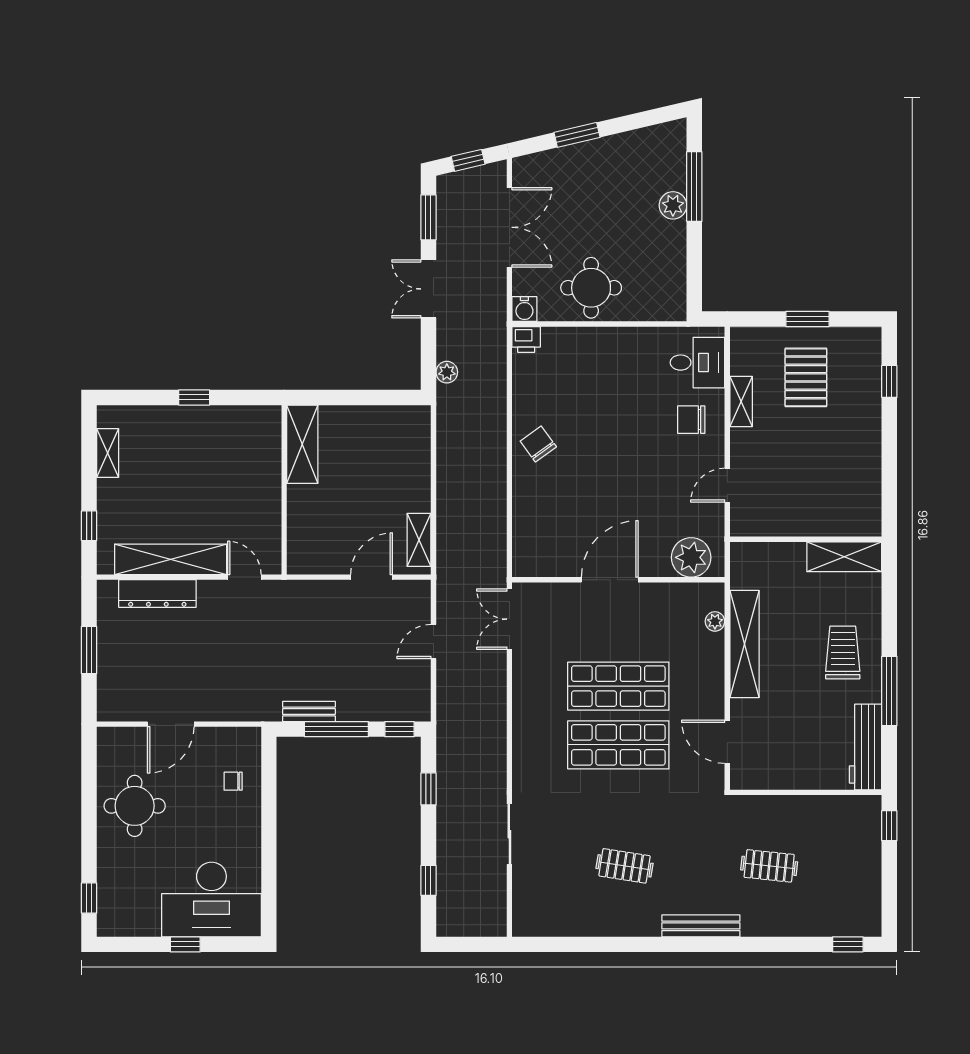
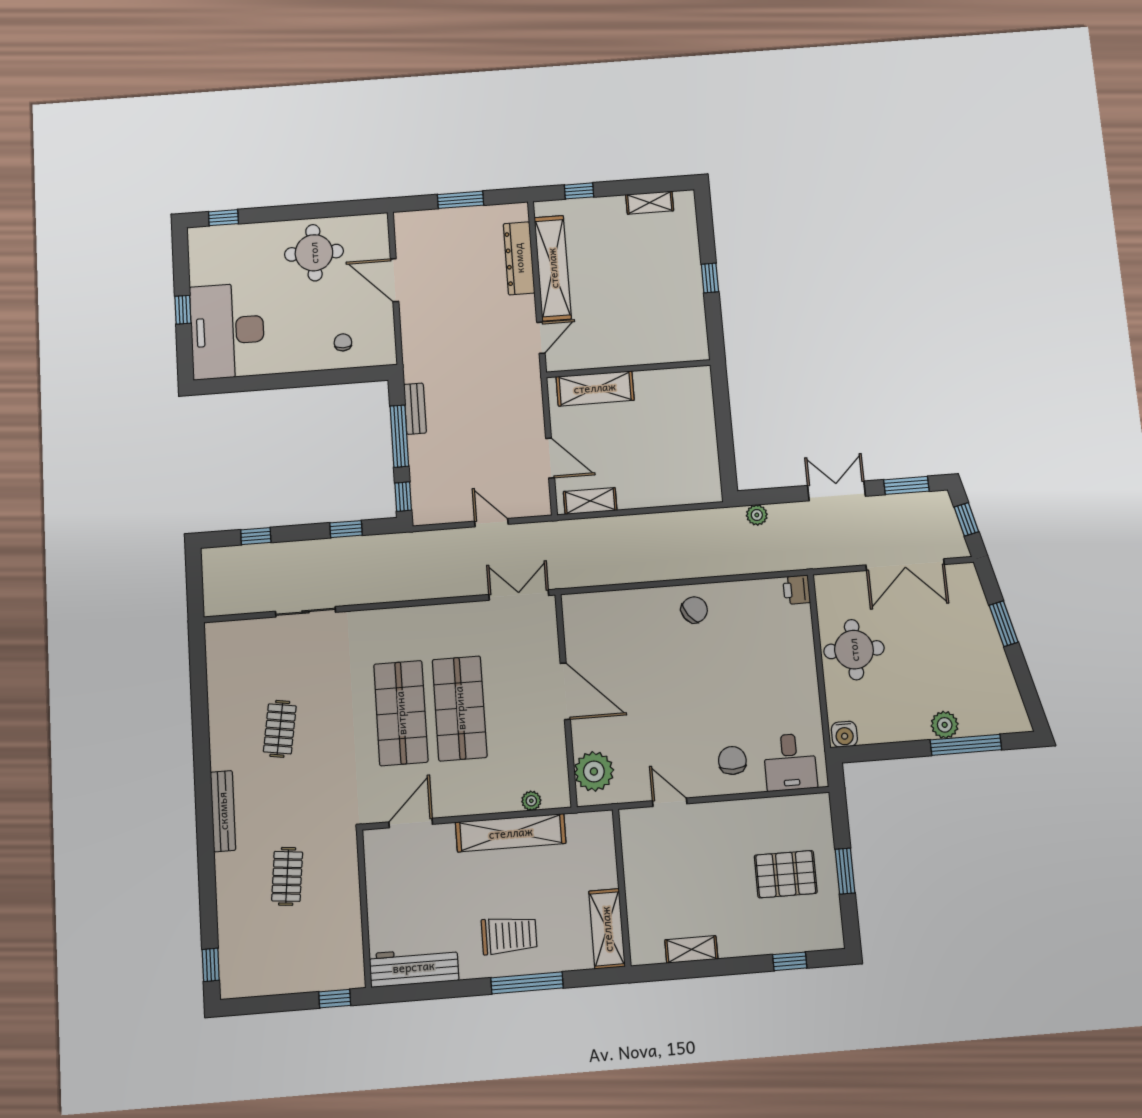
water cooler: (524, 309) -> (844, 734), moved, turned -90
shelving: (741, 402) -> (691, 949), moved
shelving: (302, 444) -> (595, 388), moved
window: (889, 691) -> (527, 983), moved

